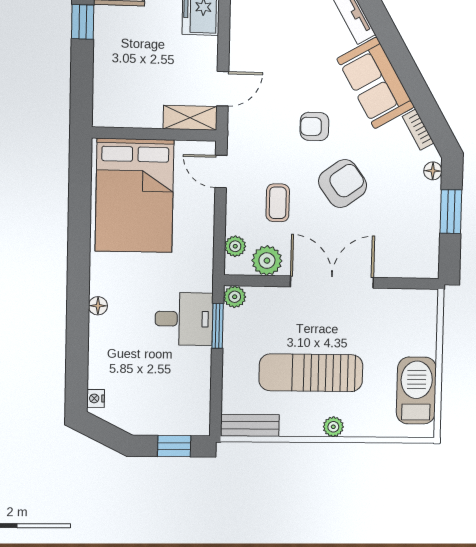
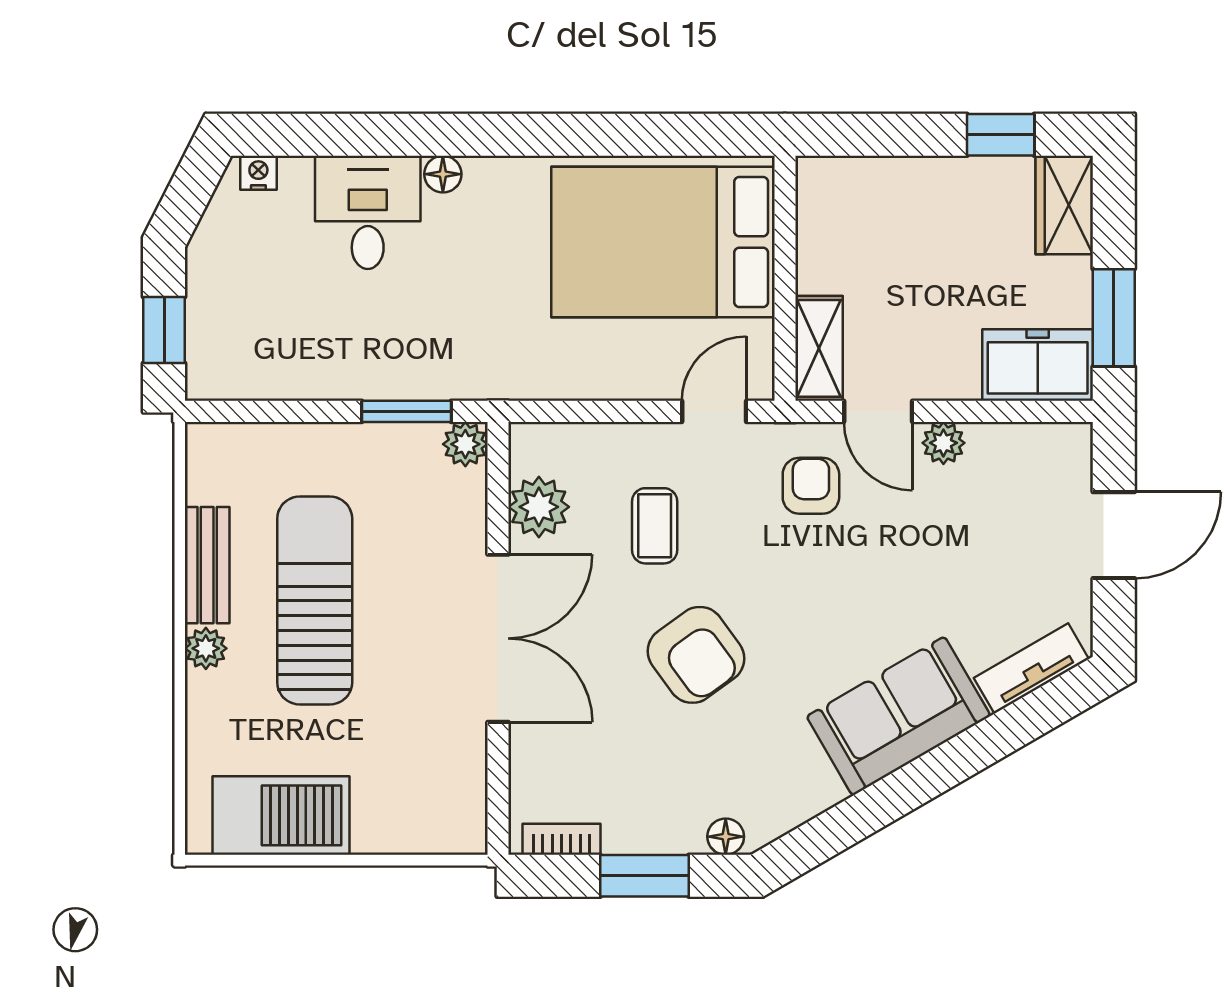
armchair: (314, 126) -> (811, 486), moved
bookcase: (418, 130) -> (561, 839), moved, turned 30
coffee table: (278, 203) -> (655, 526), turned 90
plant: (235, 246) -> (943, 443), moved
desk: (184, 319) -> (368, 212), moved, turned 180
bench: (250, 425) -> (207, 565), moved

